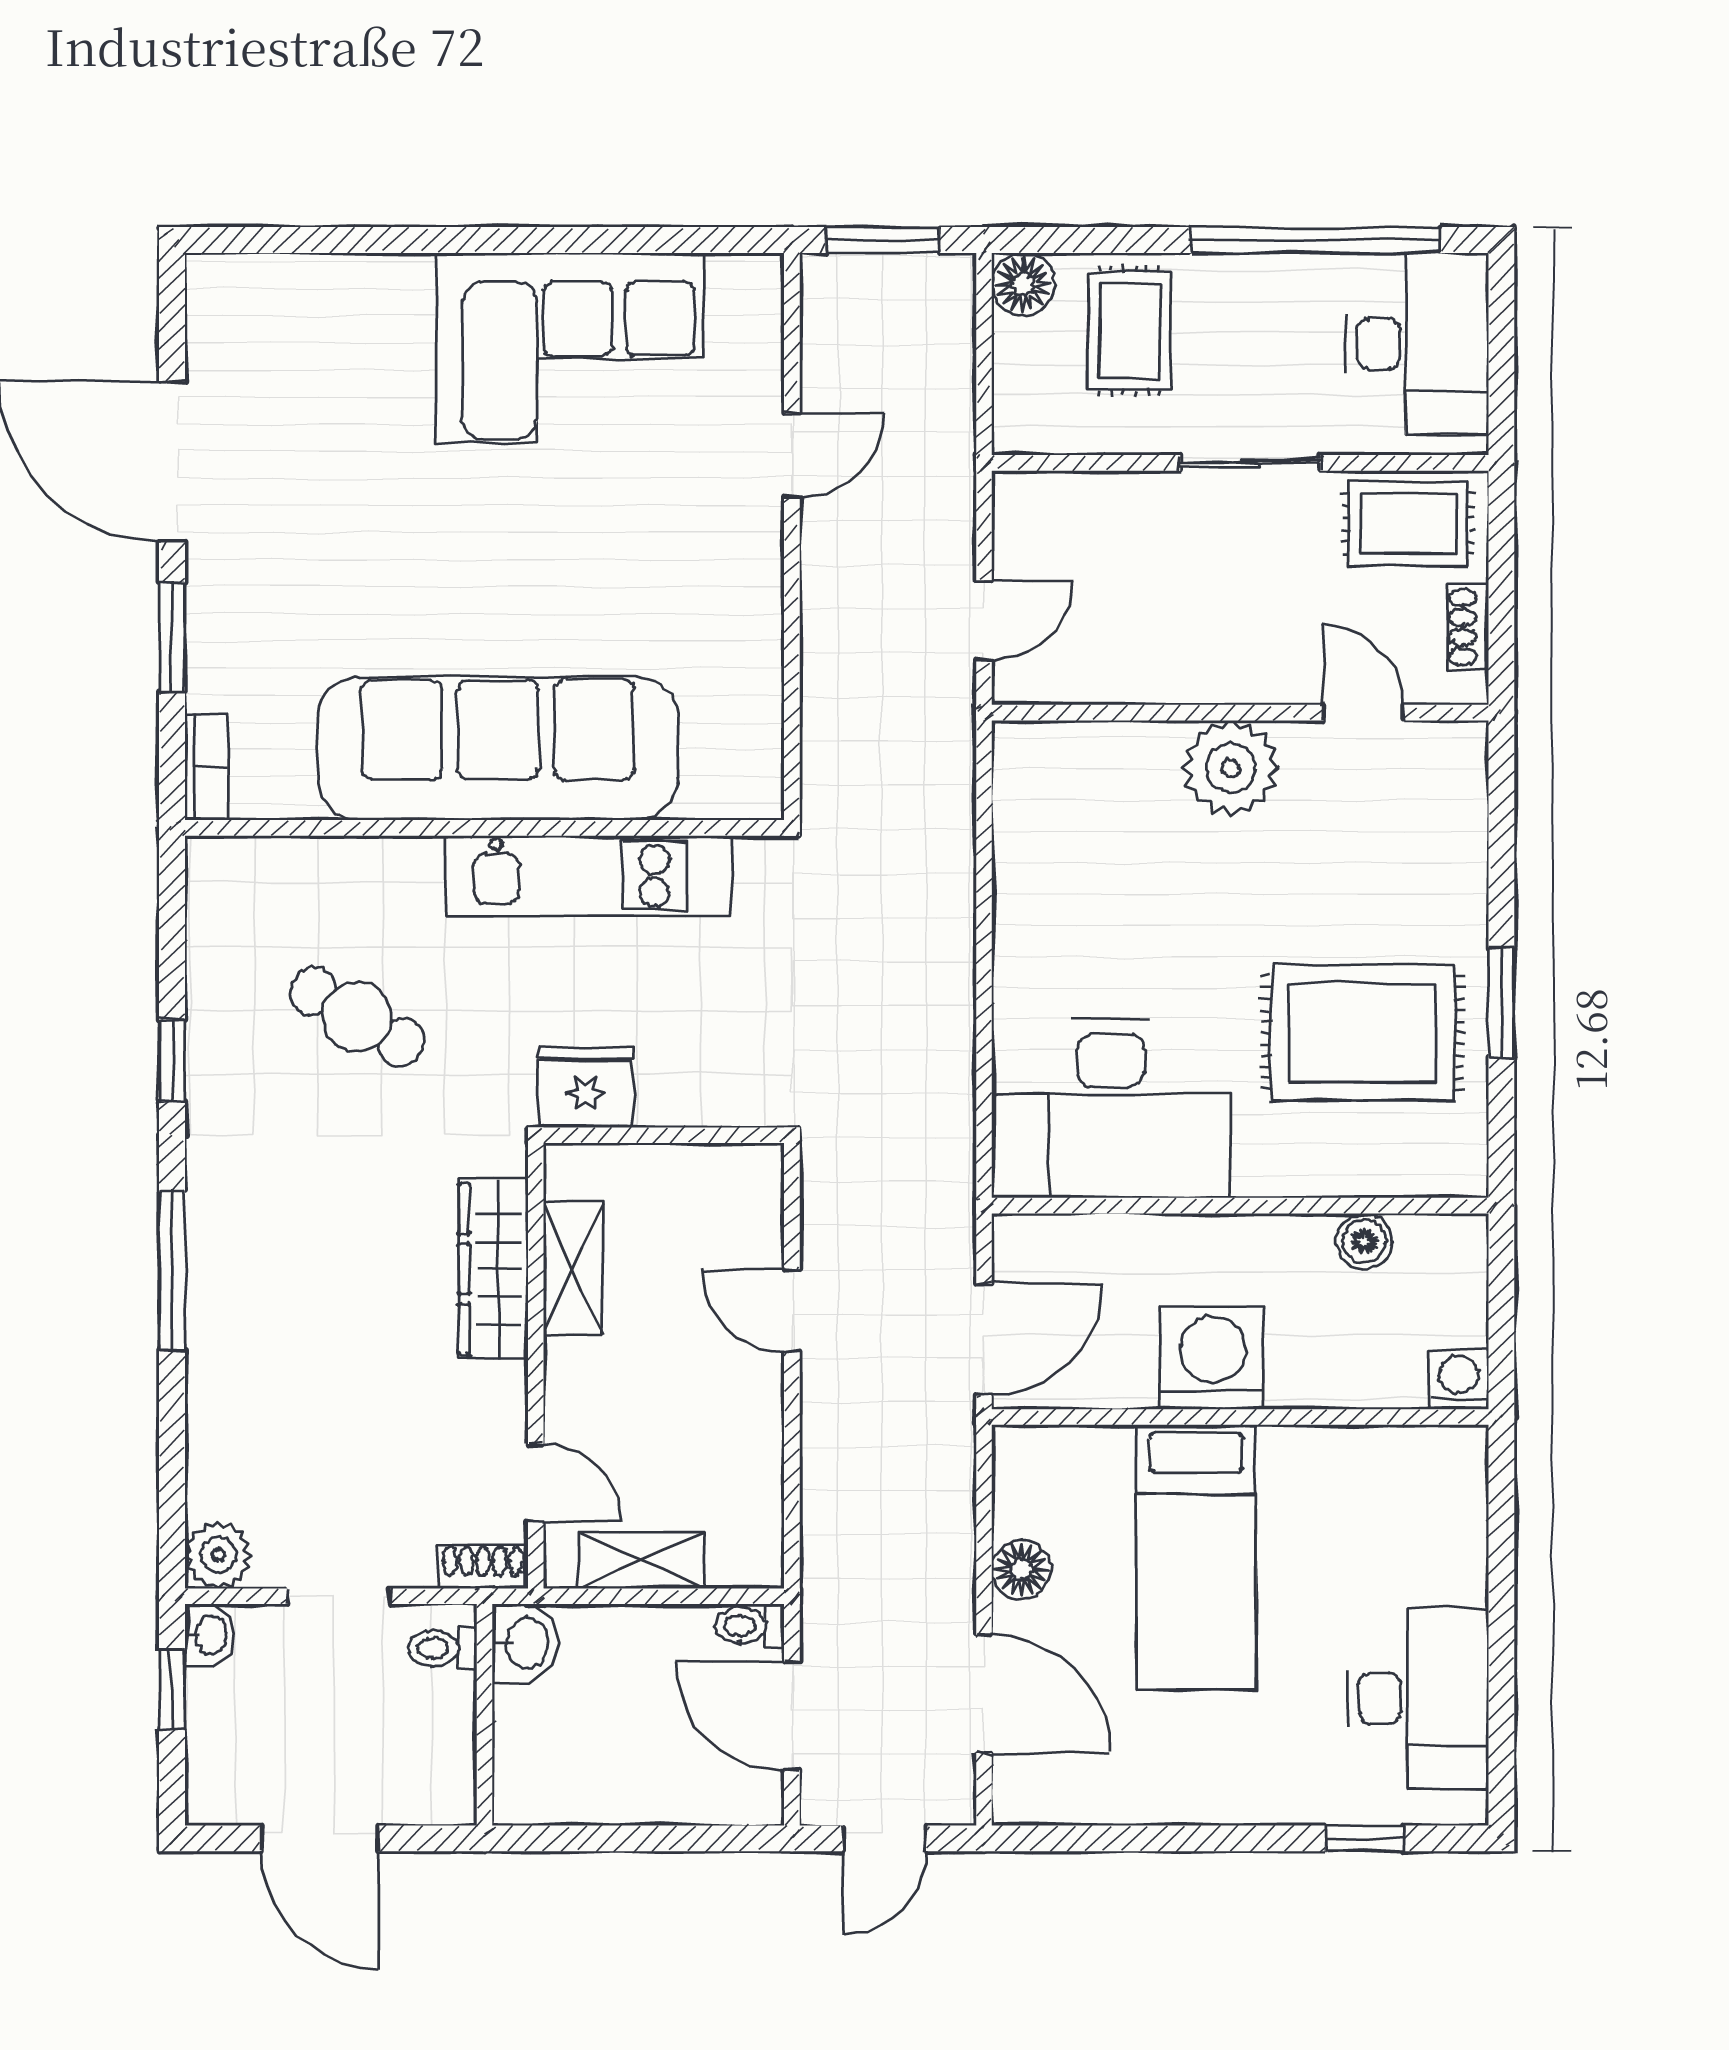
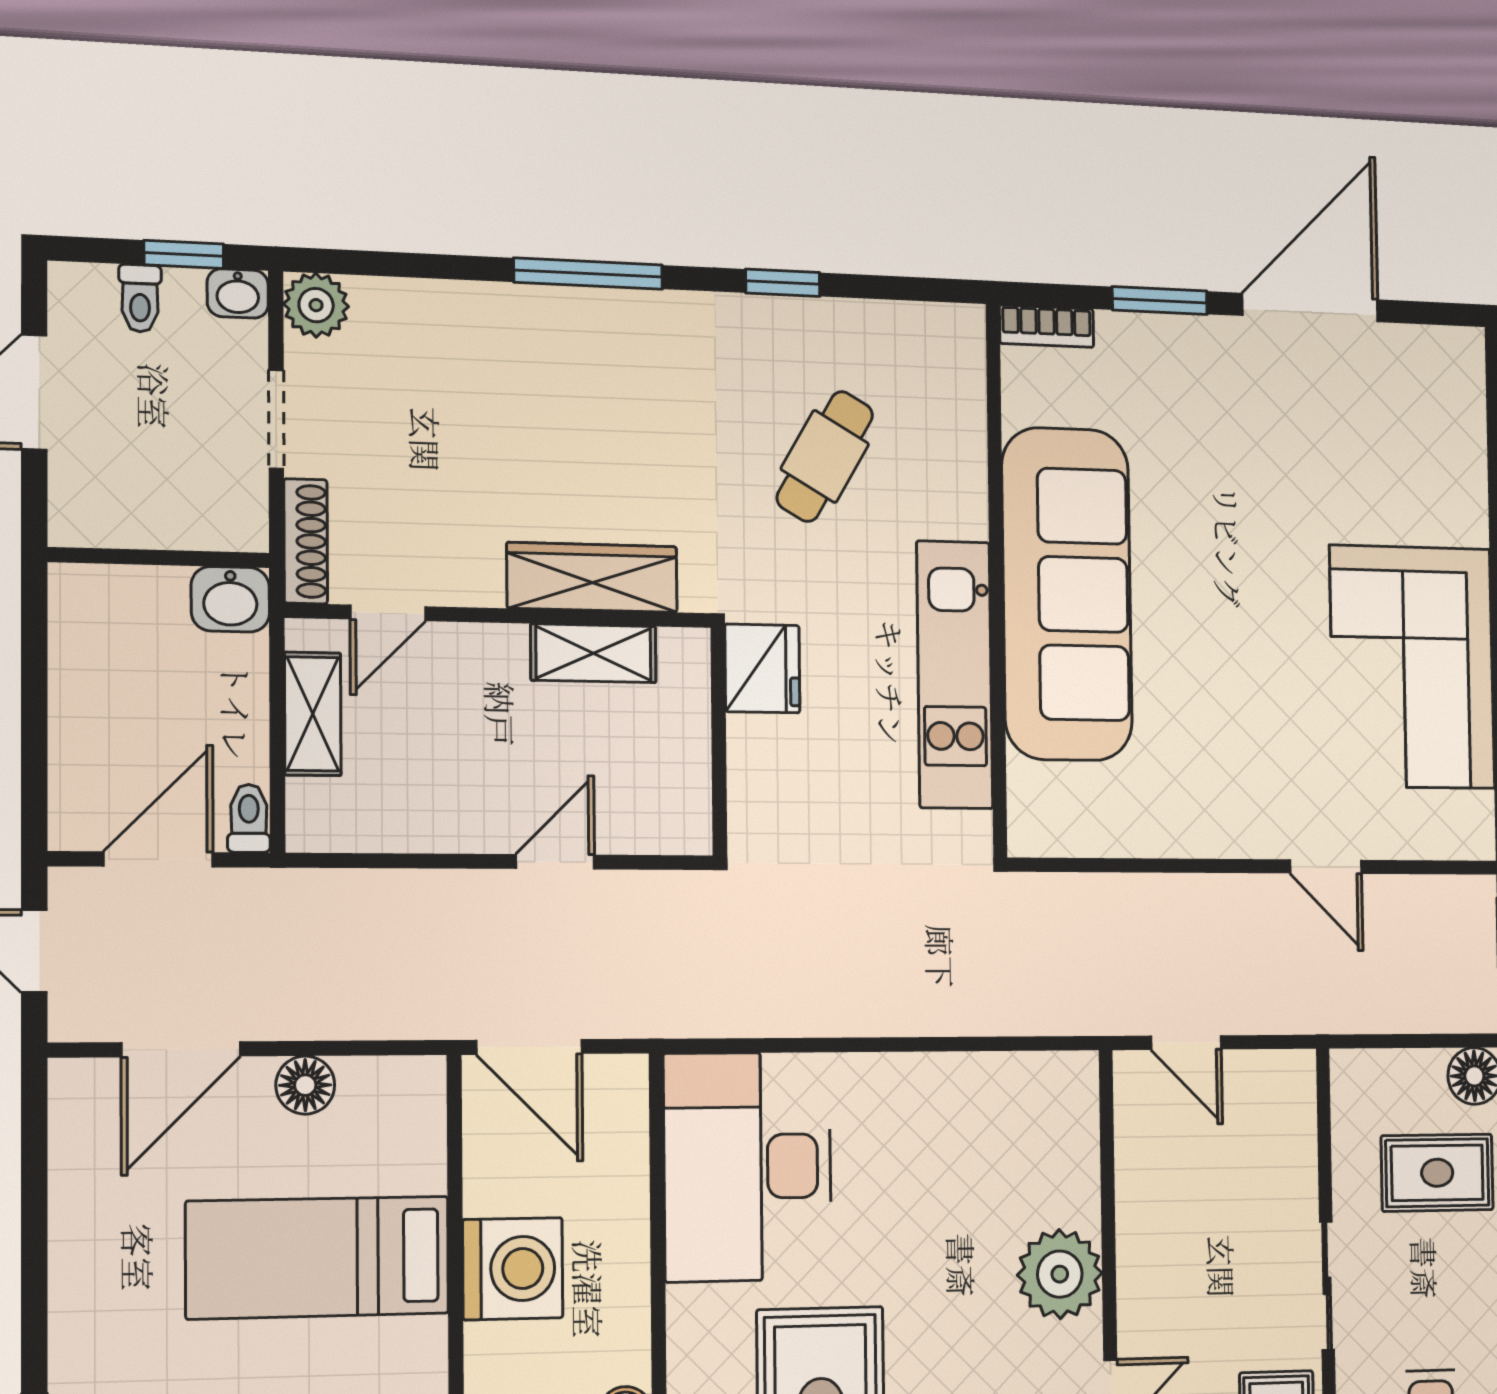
shoe rack: (483, 1567) -> (306, 541), width x1.43
toilet: (442, 1648) -> (140, 298), moved, turned 180

